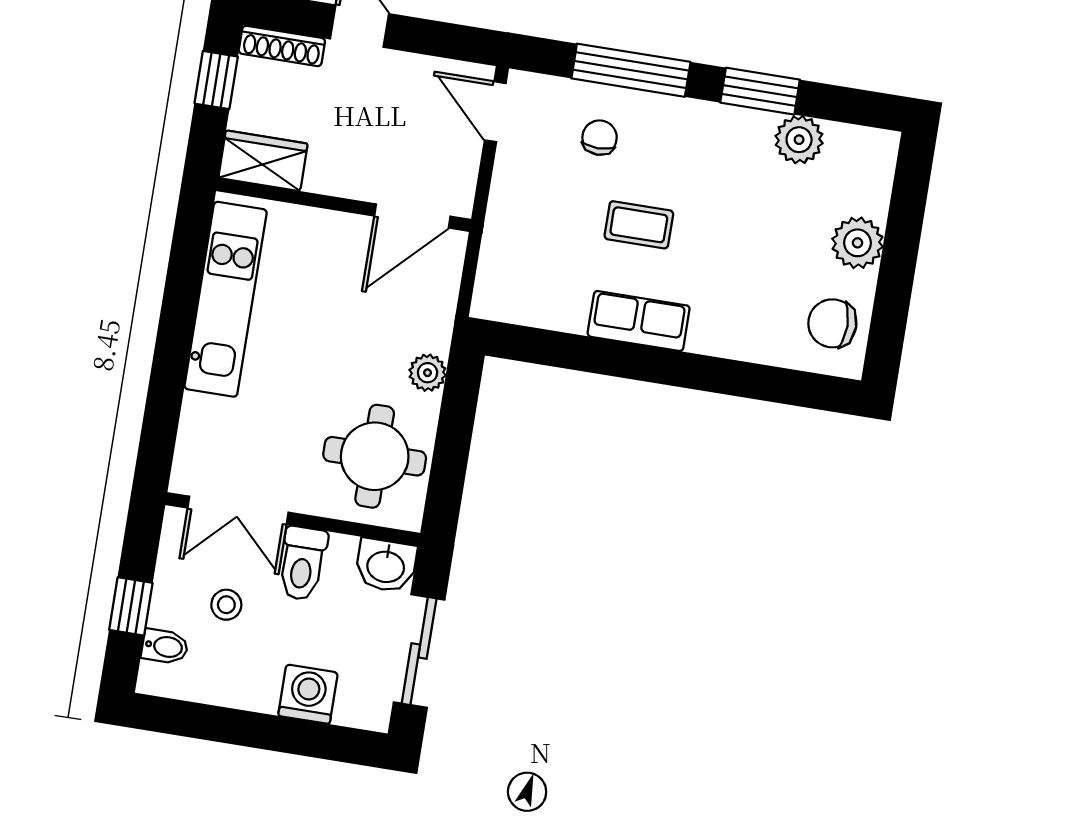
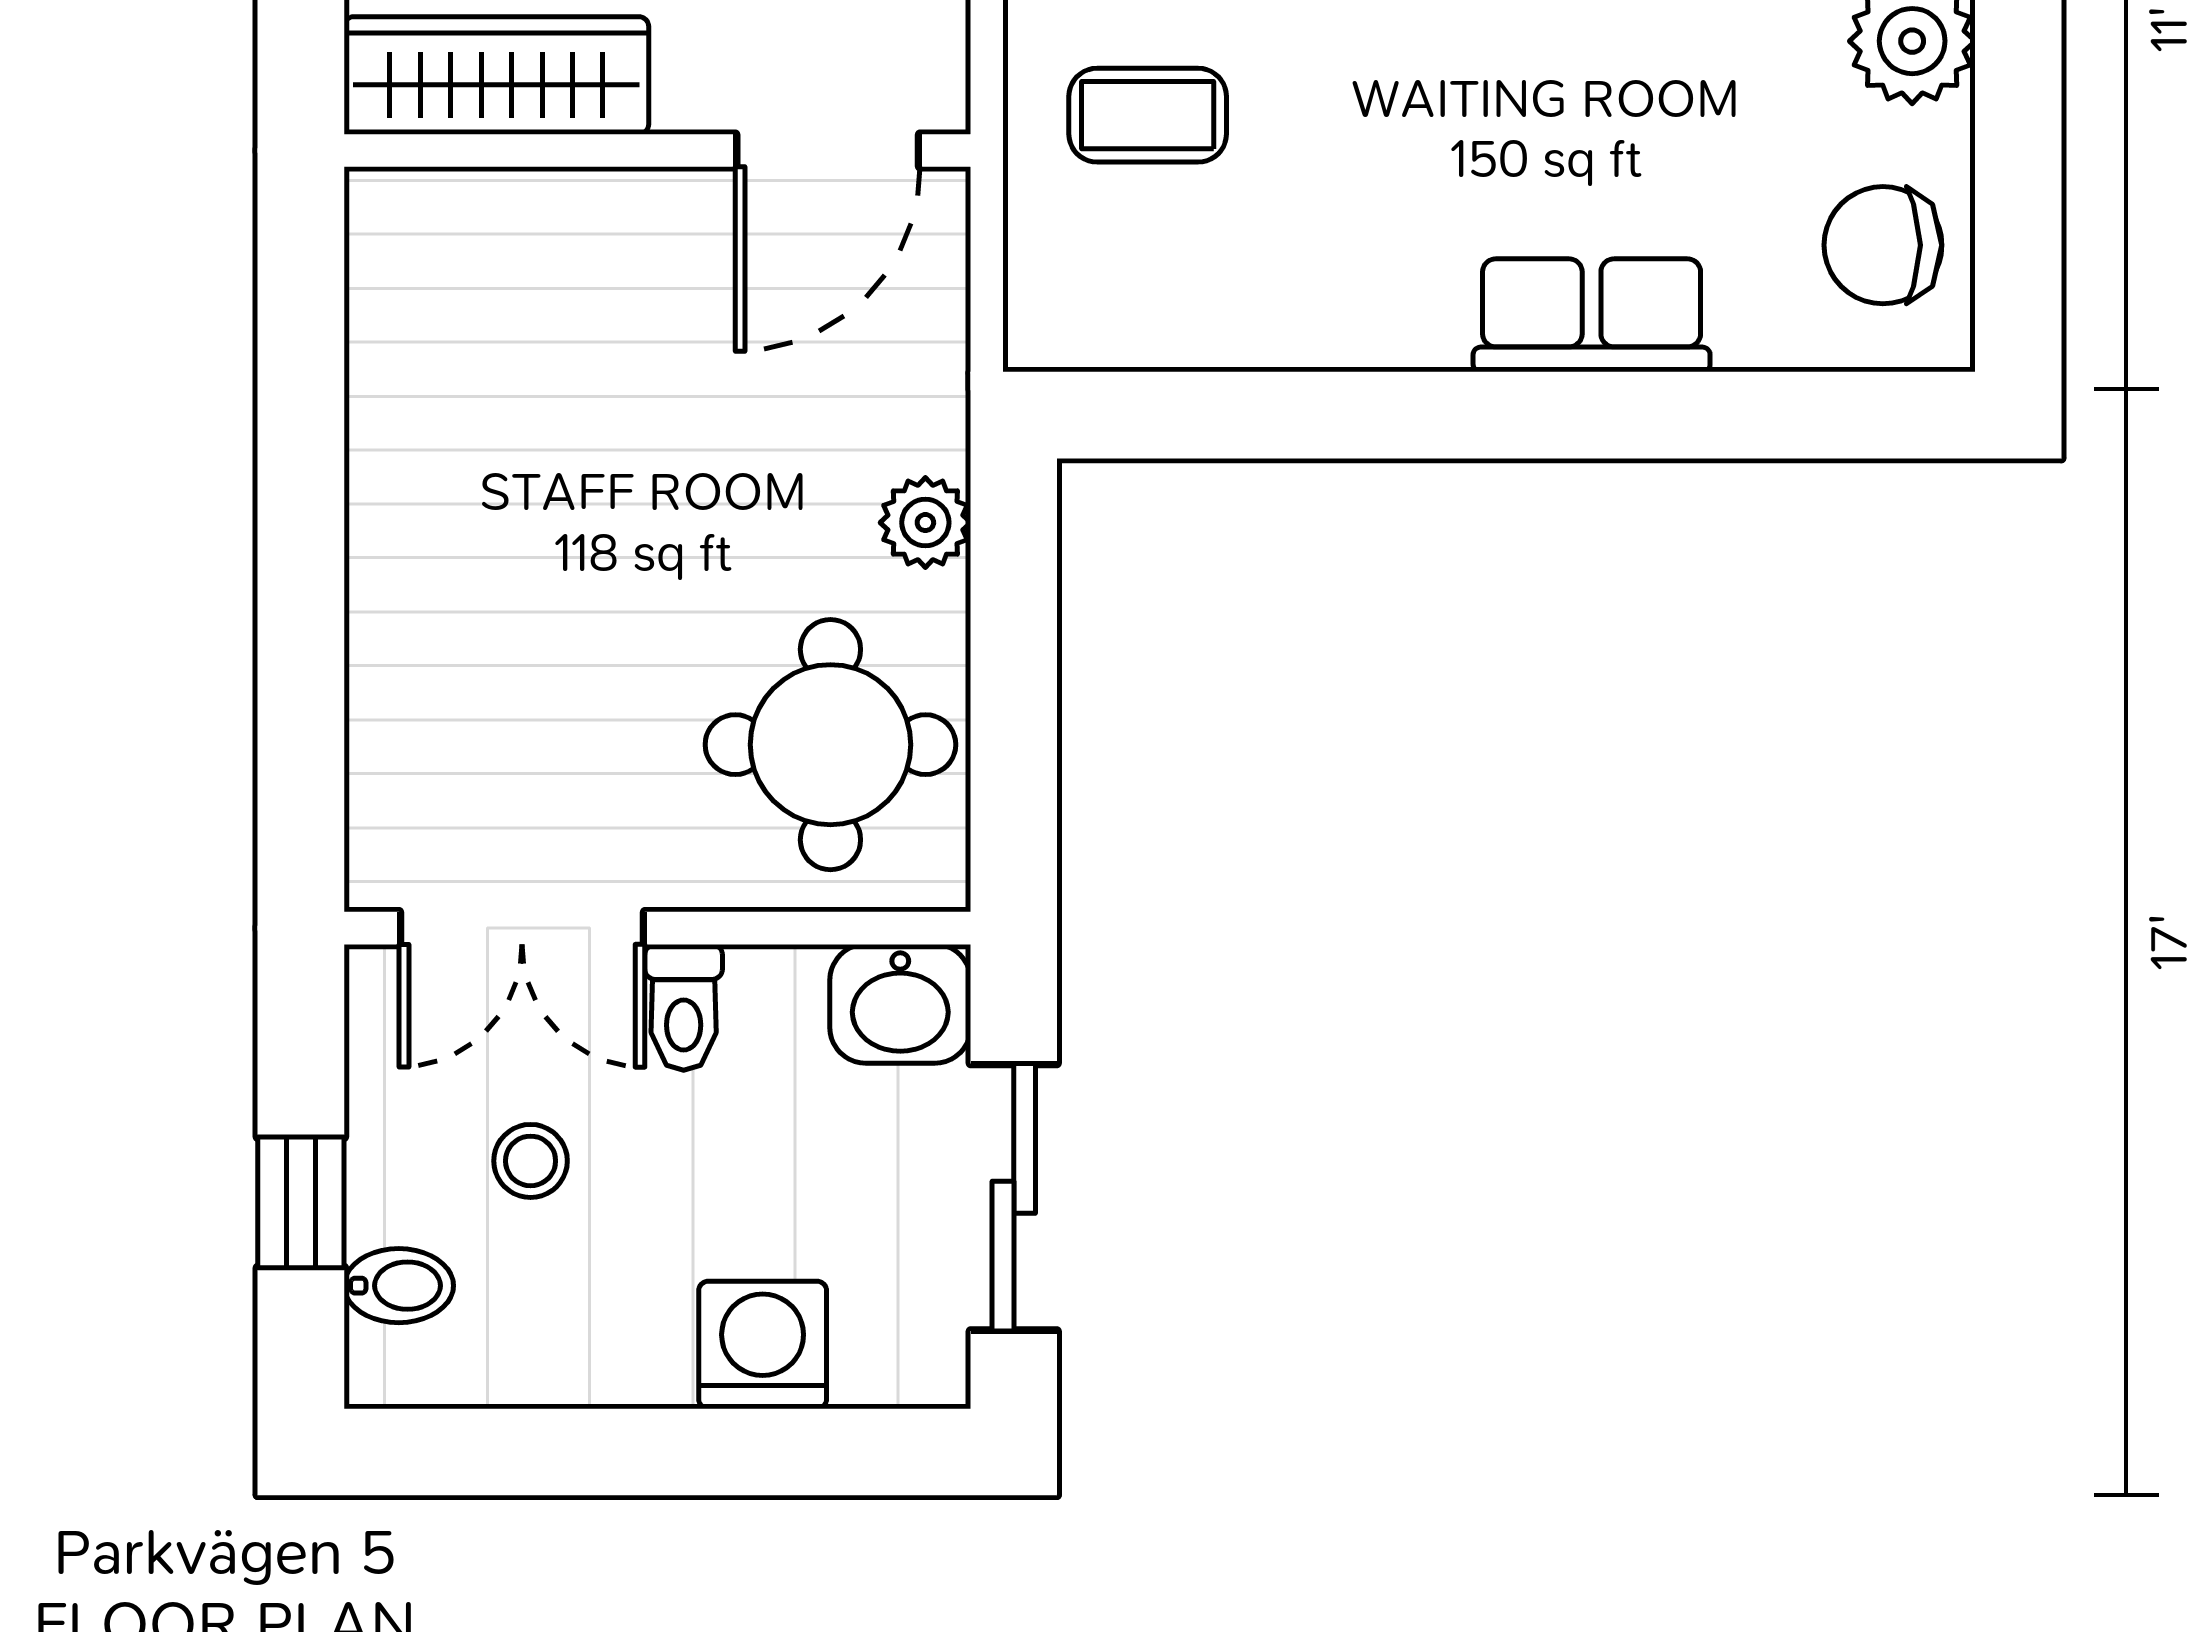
wardrobe: (263, 161) -> (496, 75), width x1.50
coffee table: (639, 225) -> (1148, 115), moved
kitchen unit: (226, 299) -> (409, 424), removed
row of seats: (639, 321) -> (1592, 315), moved
toilet: (302, 563) -> (684, 1007), width x0.73, depth x0.72

